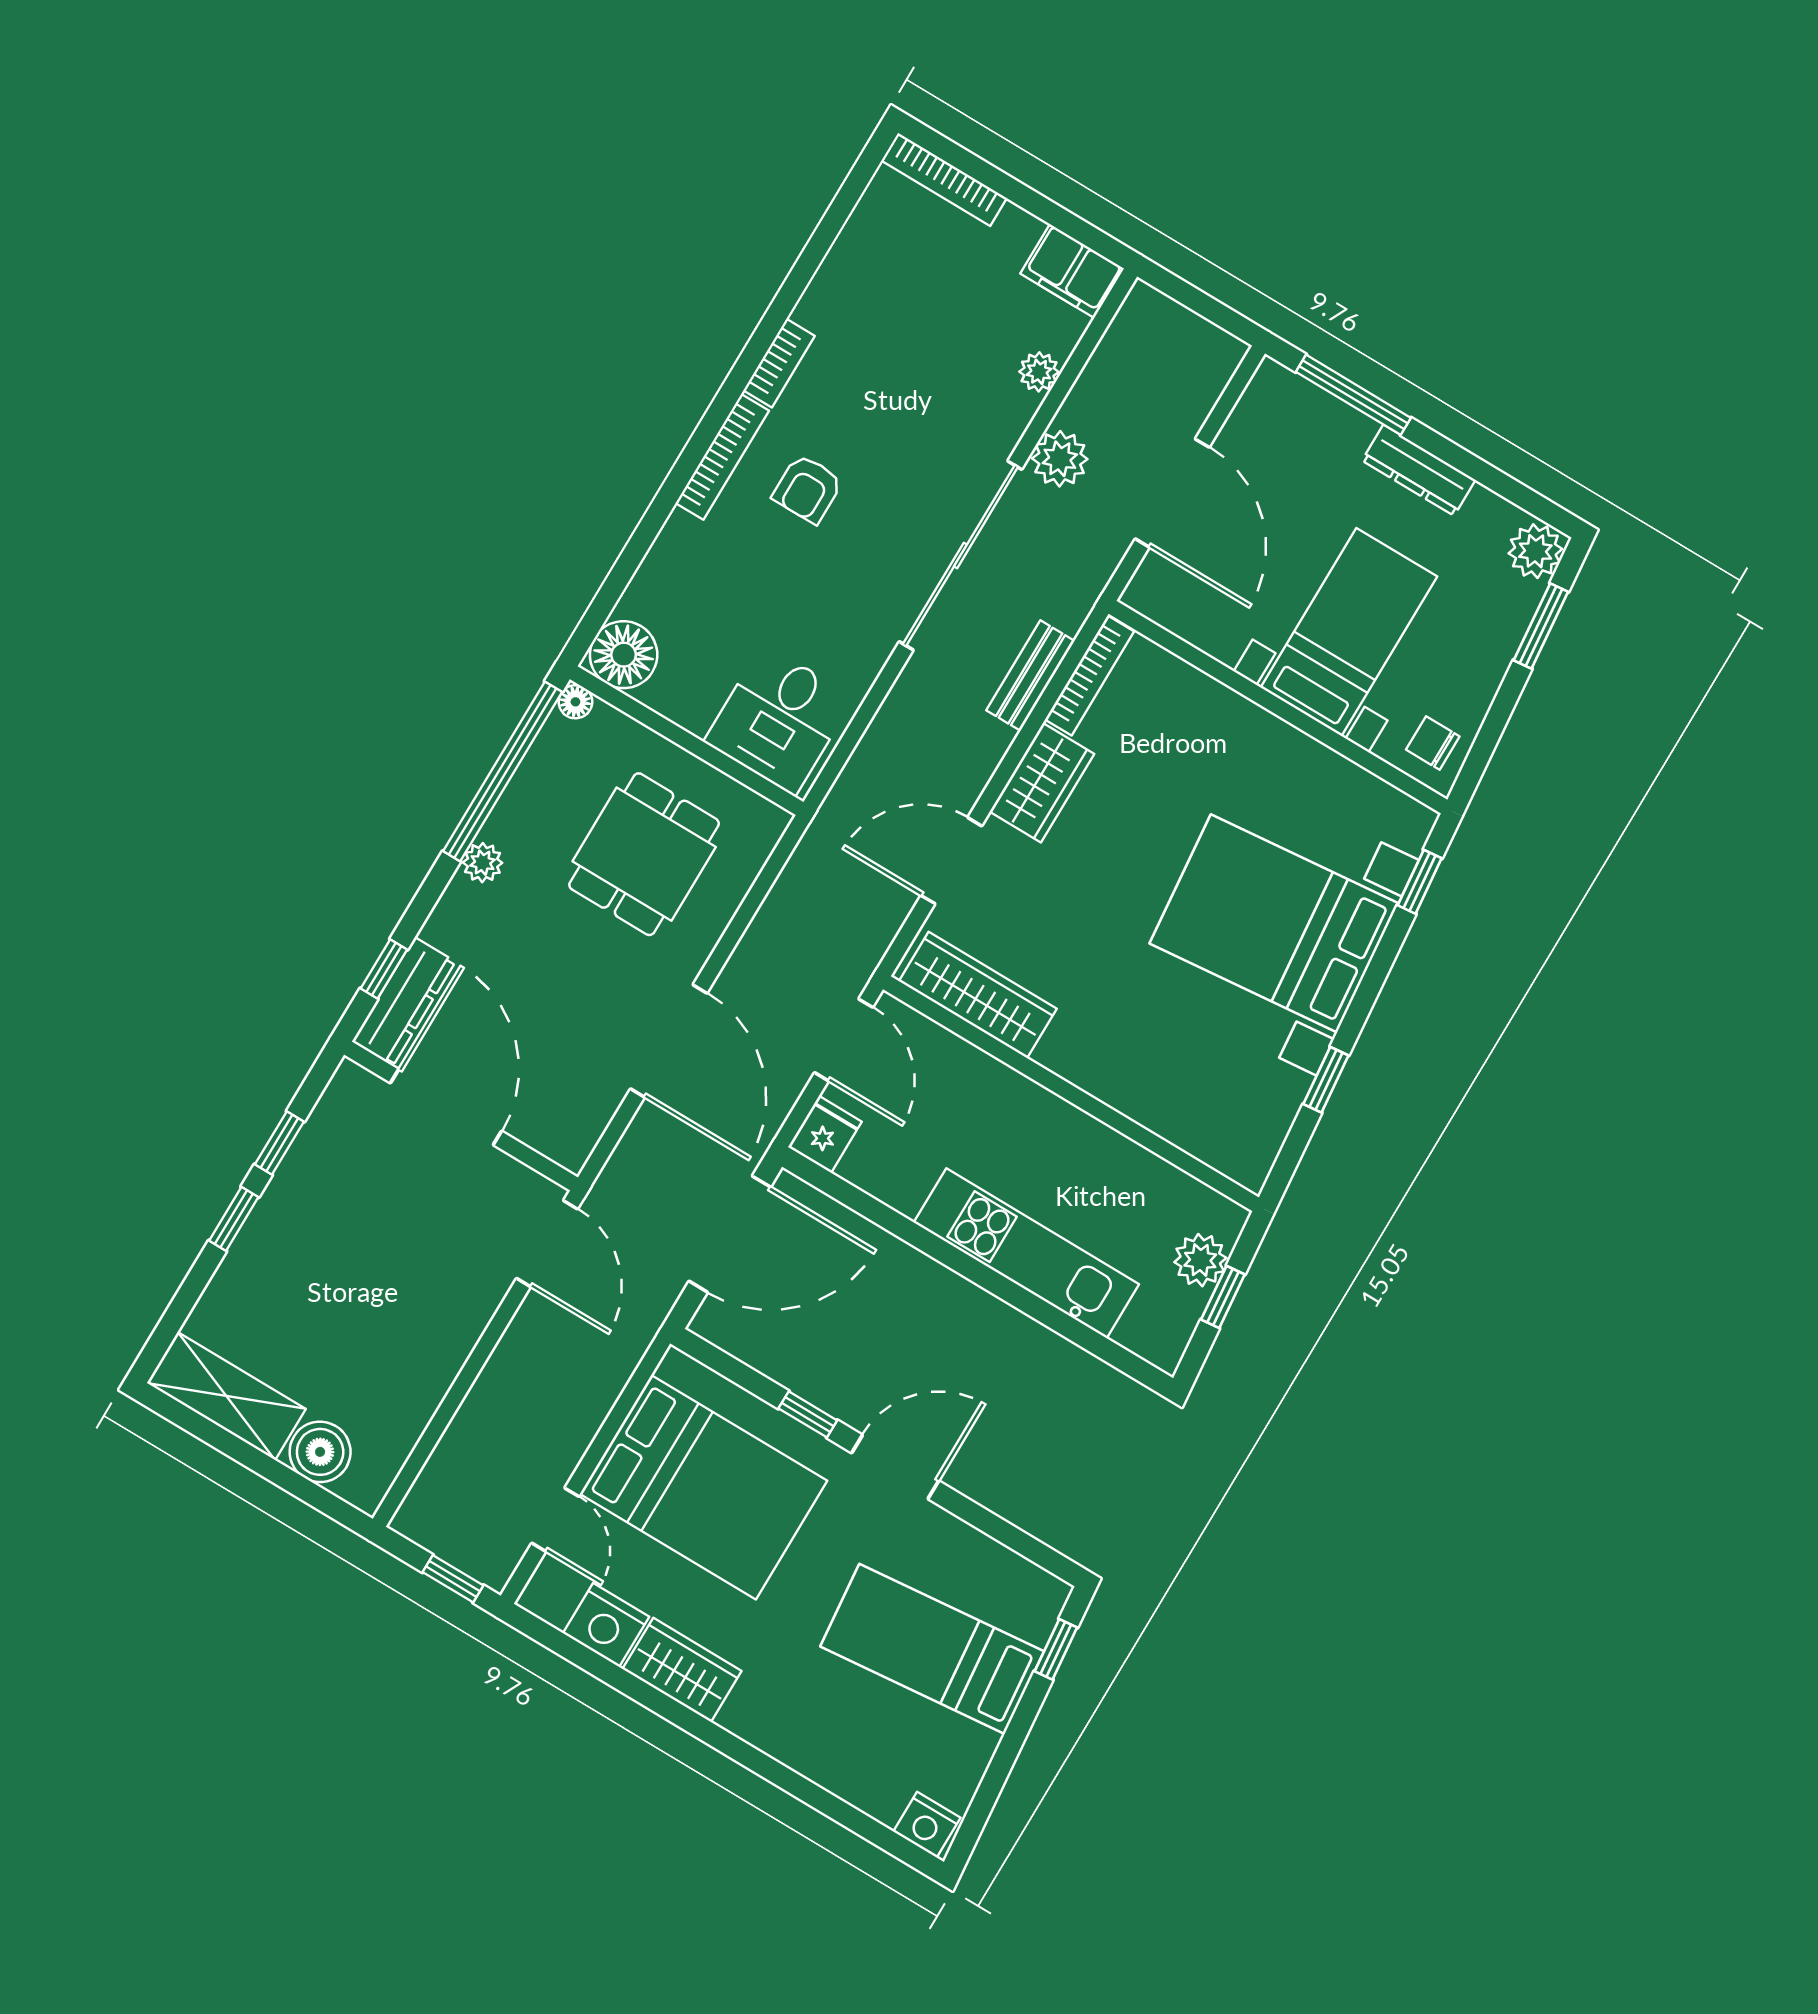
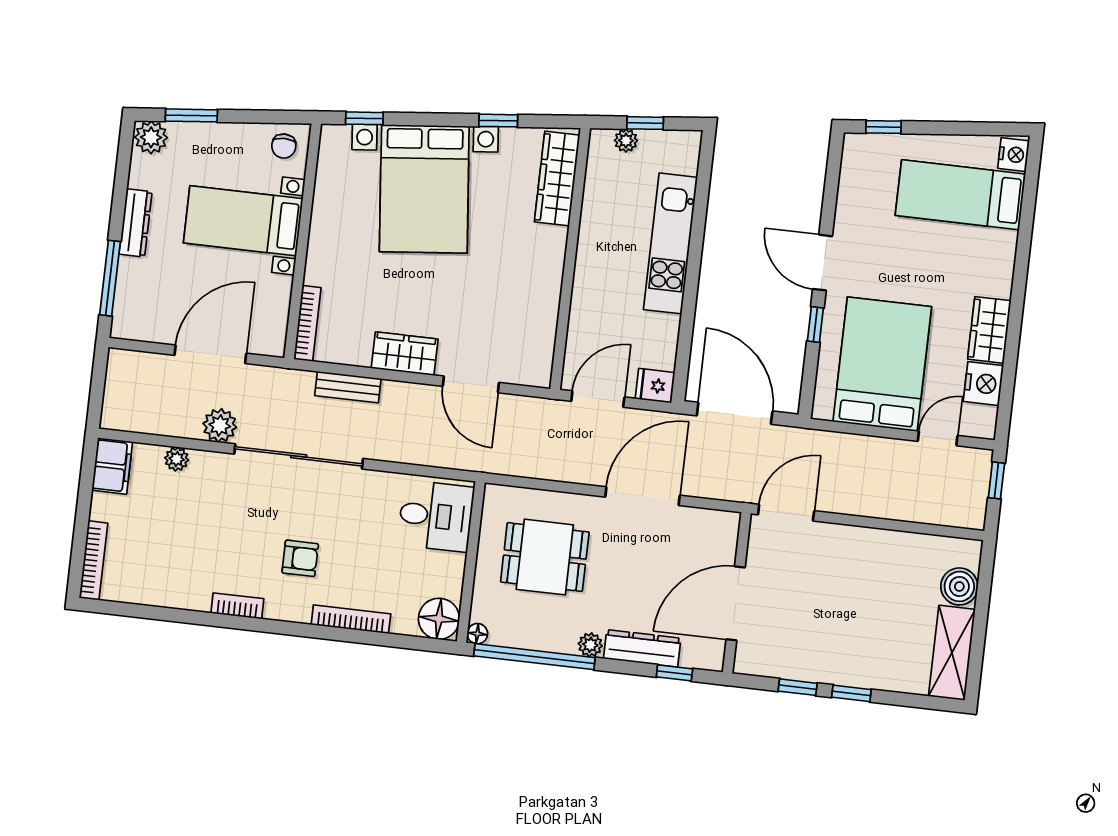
bookcase: (722, 457) -> (351, 619), moved
bookcase: (1090, 675) -> (307, 323), moved, turned 90
wardrobe: (978, 995) -> (557, 179), moved
dresser: (404, 1002) -> (642, 648), moved
plant: (1200, 1260) -> (626, 141), width x0.73, depth x0.73
bed: (932, 1649) -> (960, 195), moved, turned 96

